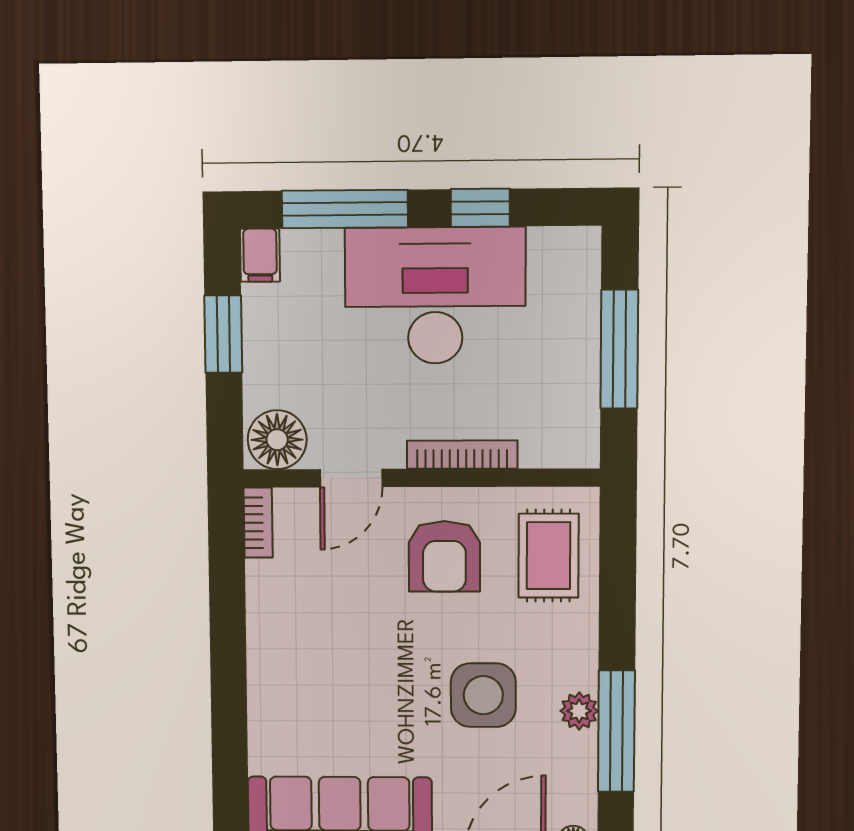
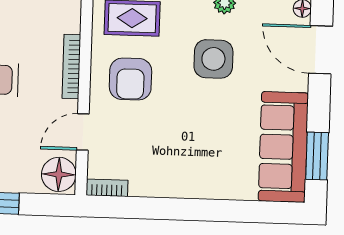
door: (351, 478) -> (83, 132), swing flipped
armchair: (444, 556) -> (130, 79), turned 90

